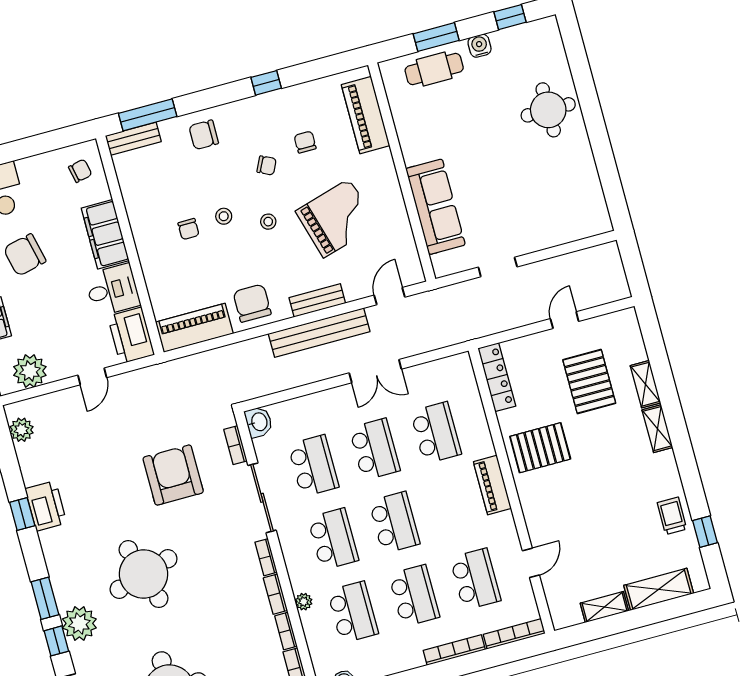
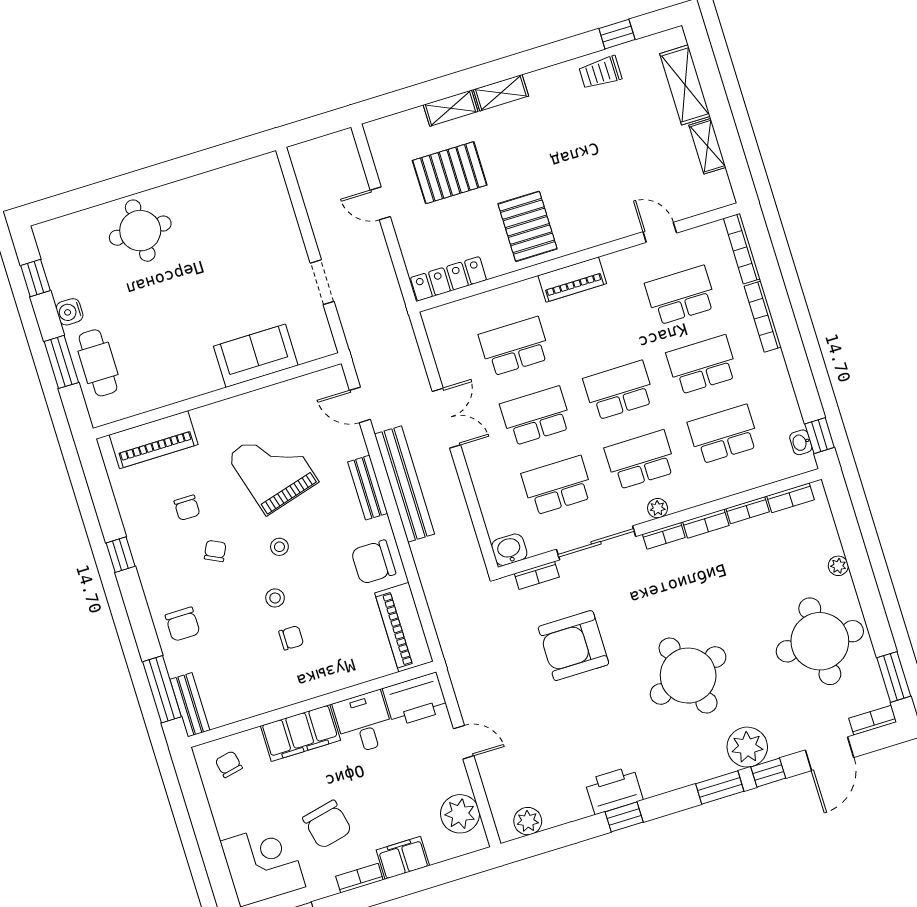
chair: (305, 142) -> (187, 508), turned -90
sofa: (436, 207) -> (256, 356), width x0.73
plant: (304, 602) -> (658, 508), moved

